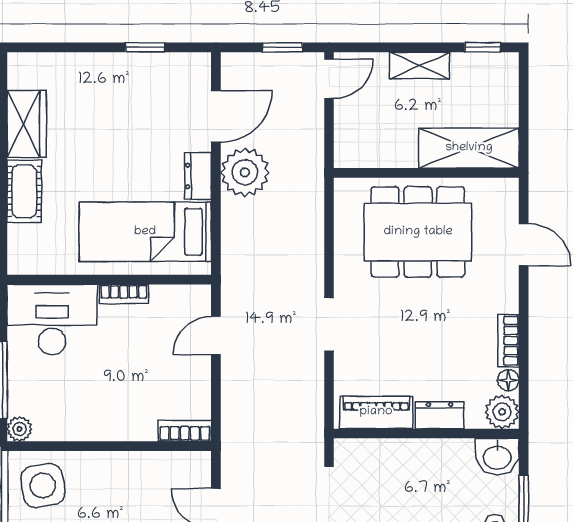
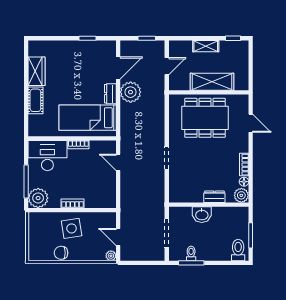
door: (329, 79) -> (167, 66), moved
shelving: (469, 148) -> (212, 82), moved
door: (216, 336) -> (118, 162), hinge flipped
piano: (376, 412) -> (187, 196), removed
plant: (19, 429) -> (38, 198), width x1.88, depth x1.88
bookcase: (185, 431) -> (72, 203), moved
washbasin: (497, 457) -> (202, 215), moved
side table: (43, 485) -> (72, 228), moved

